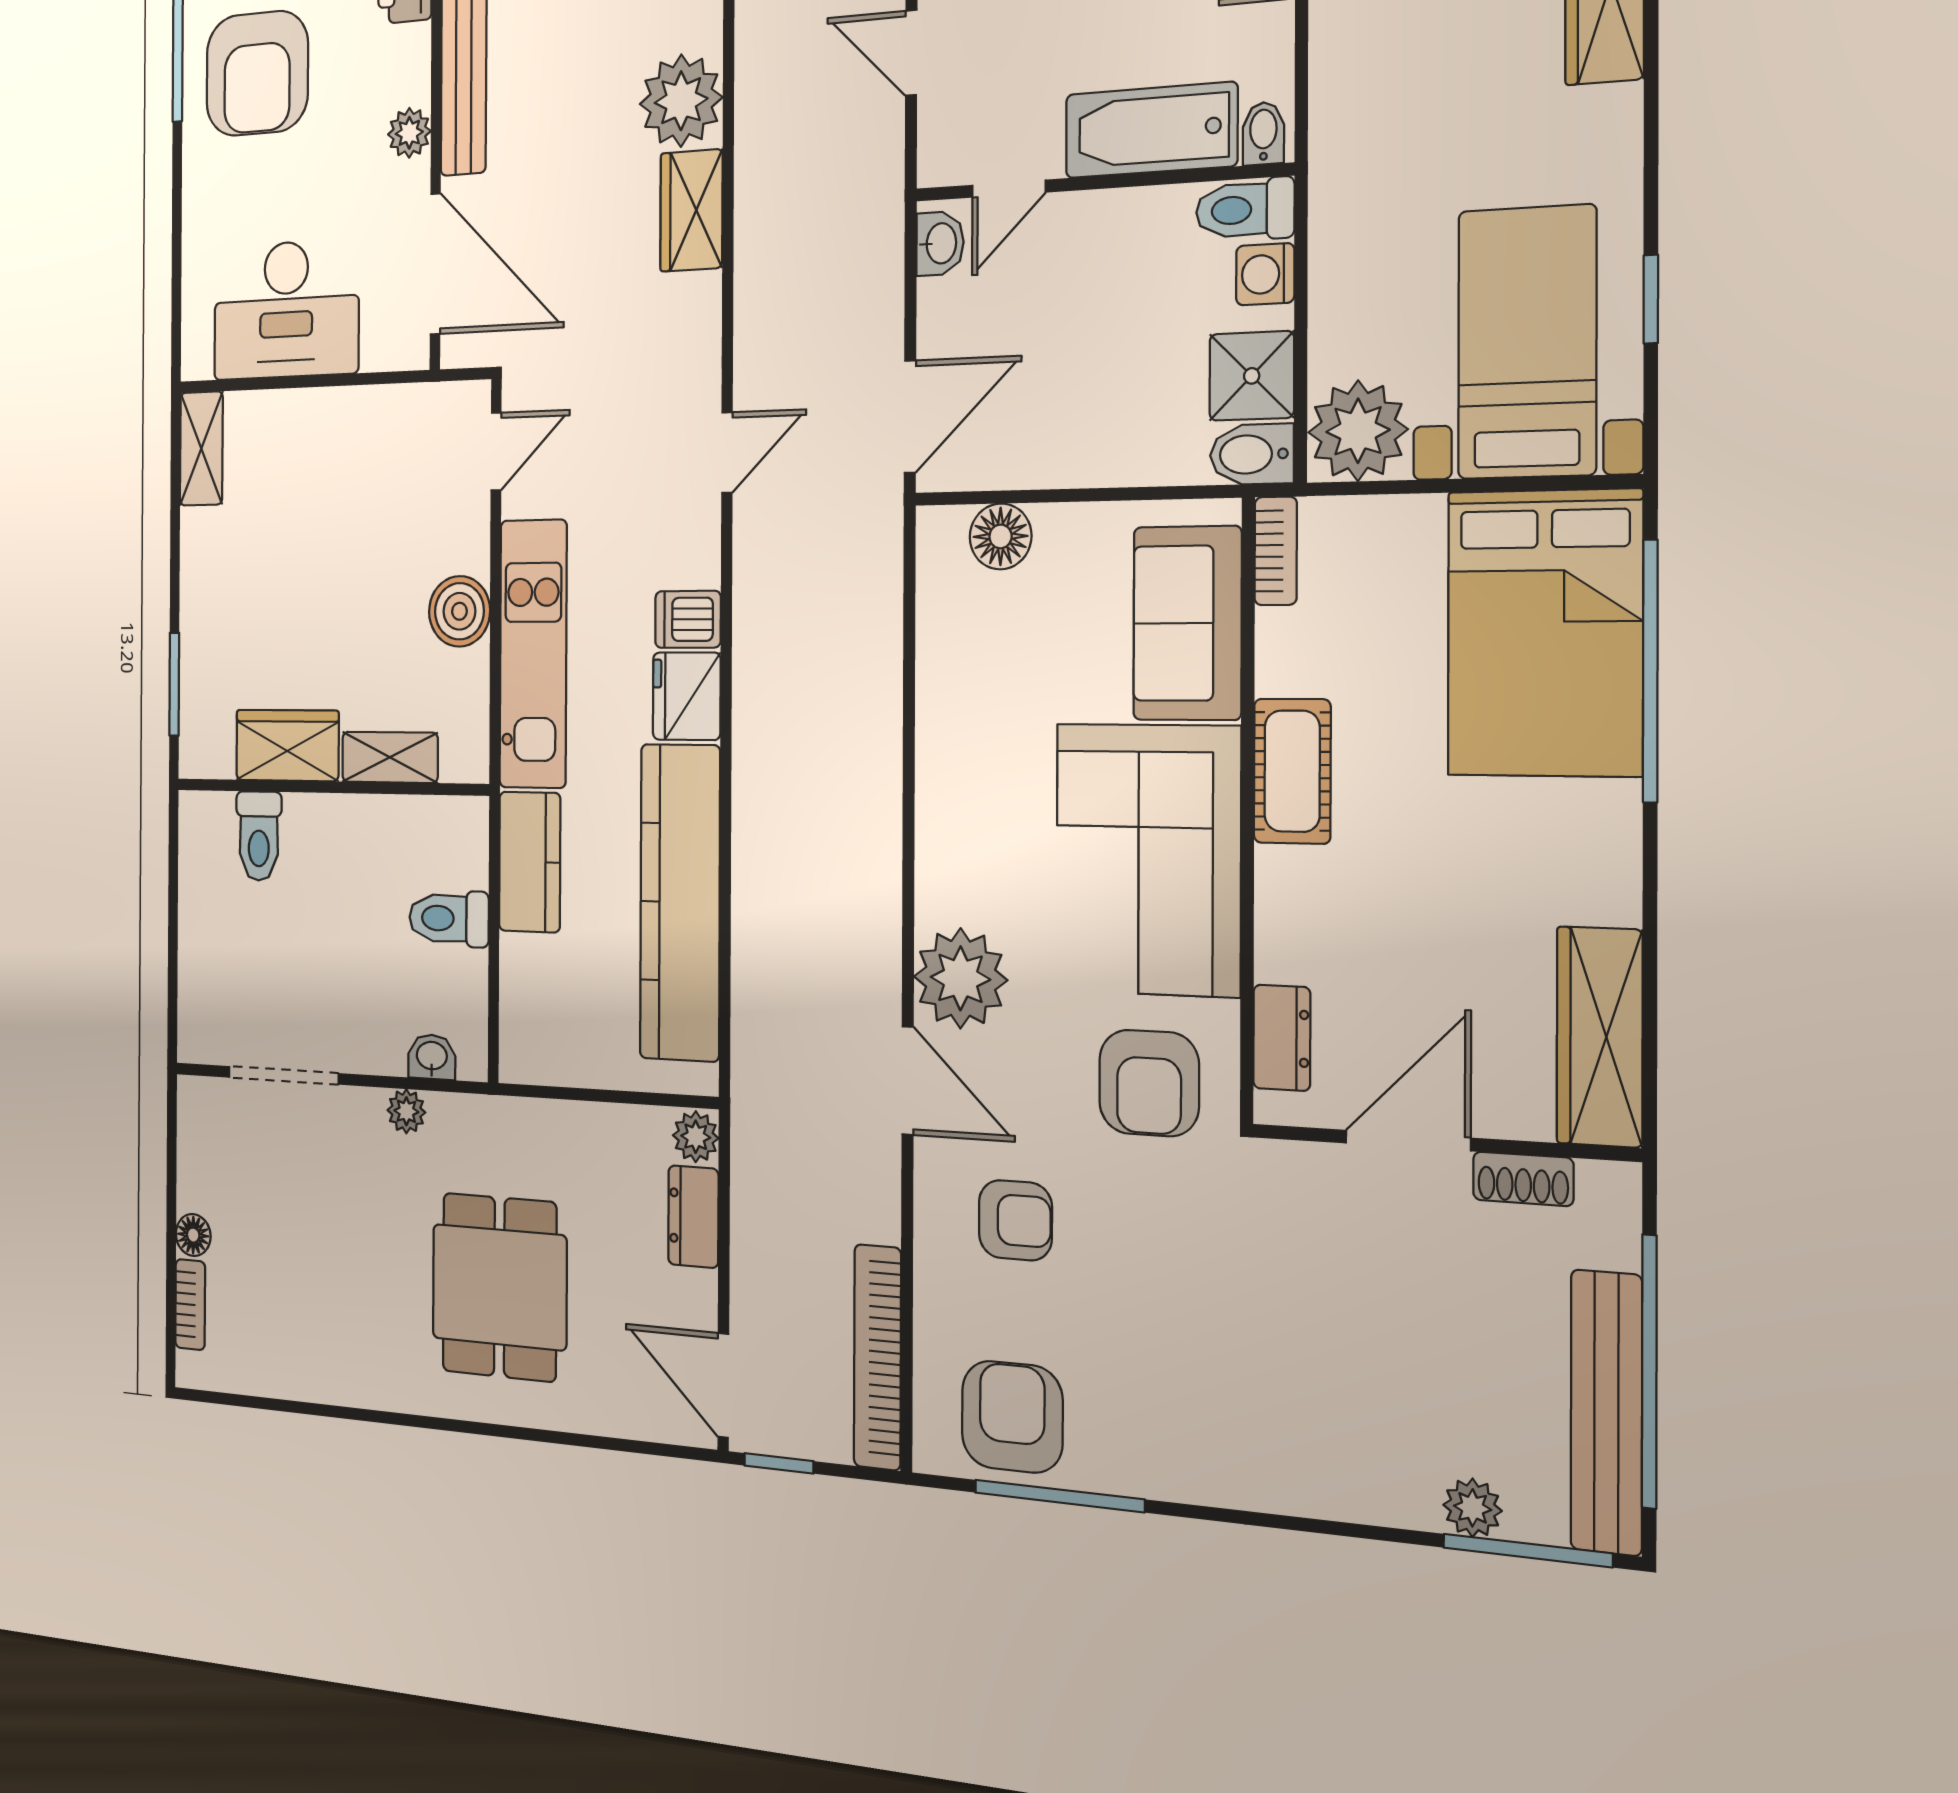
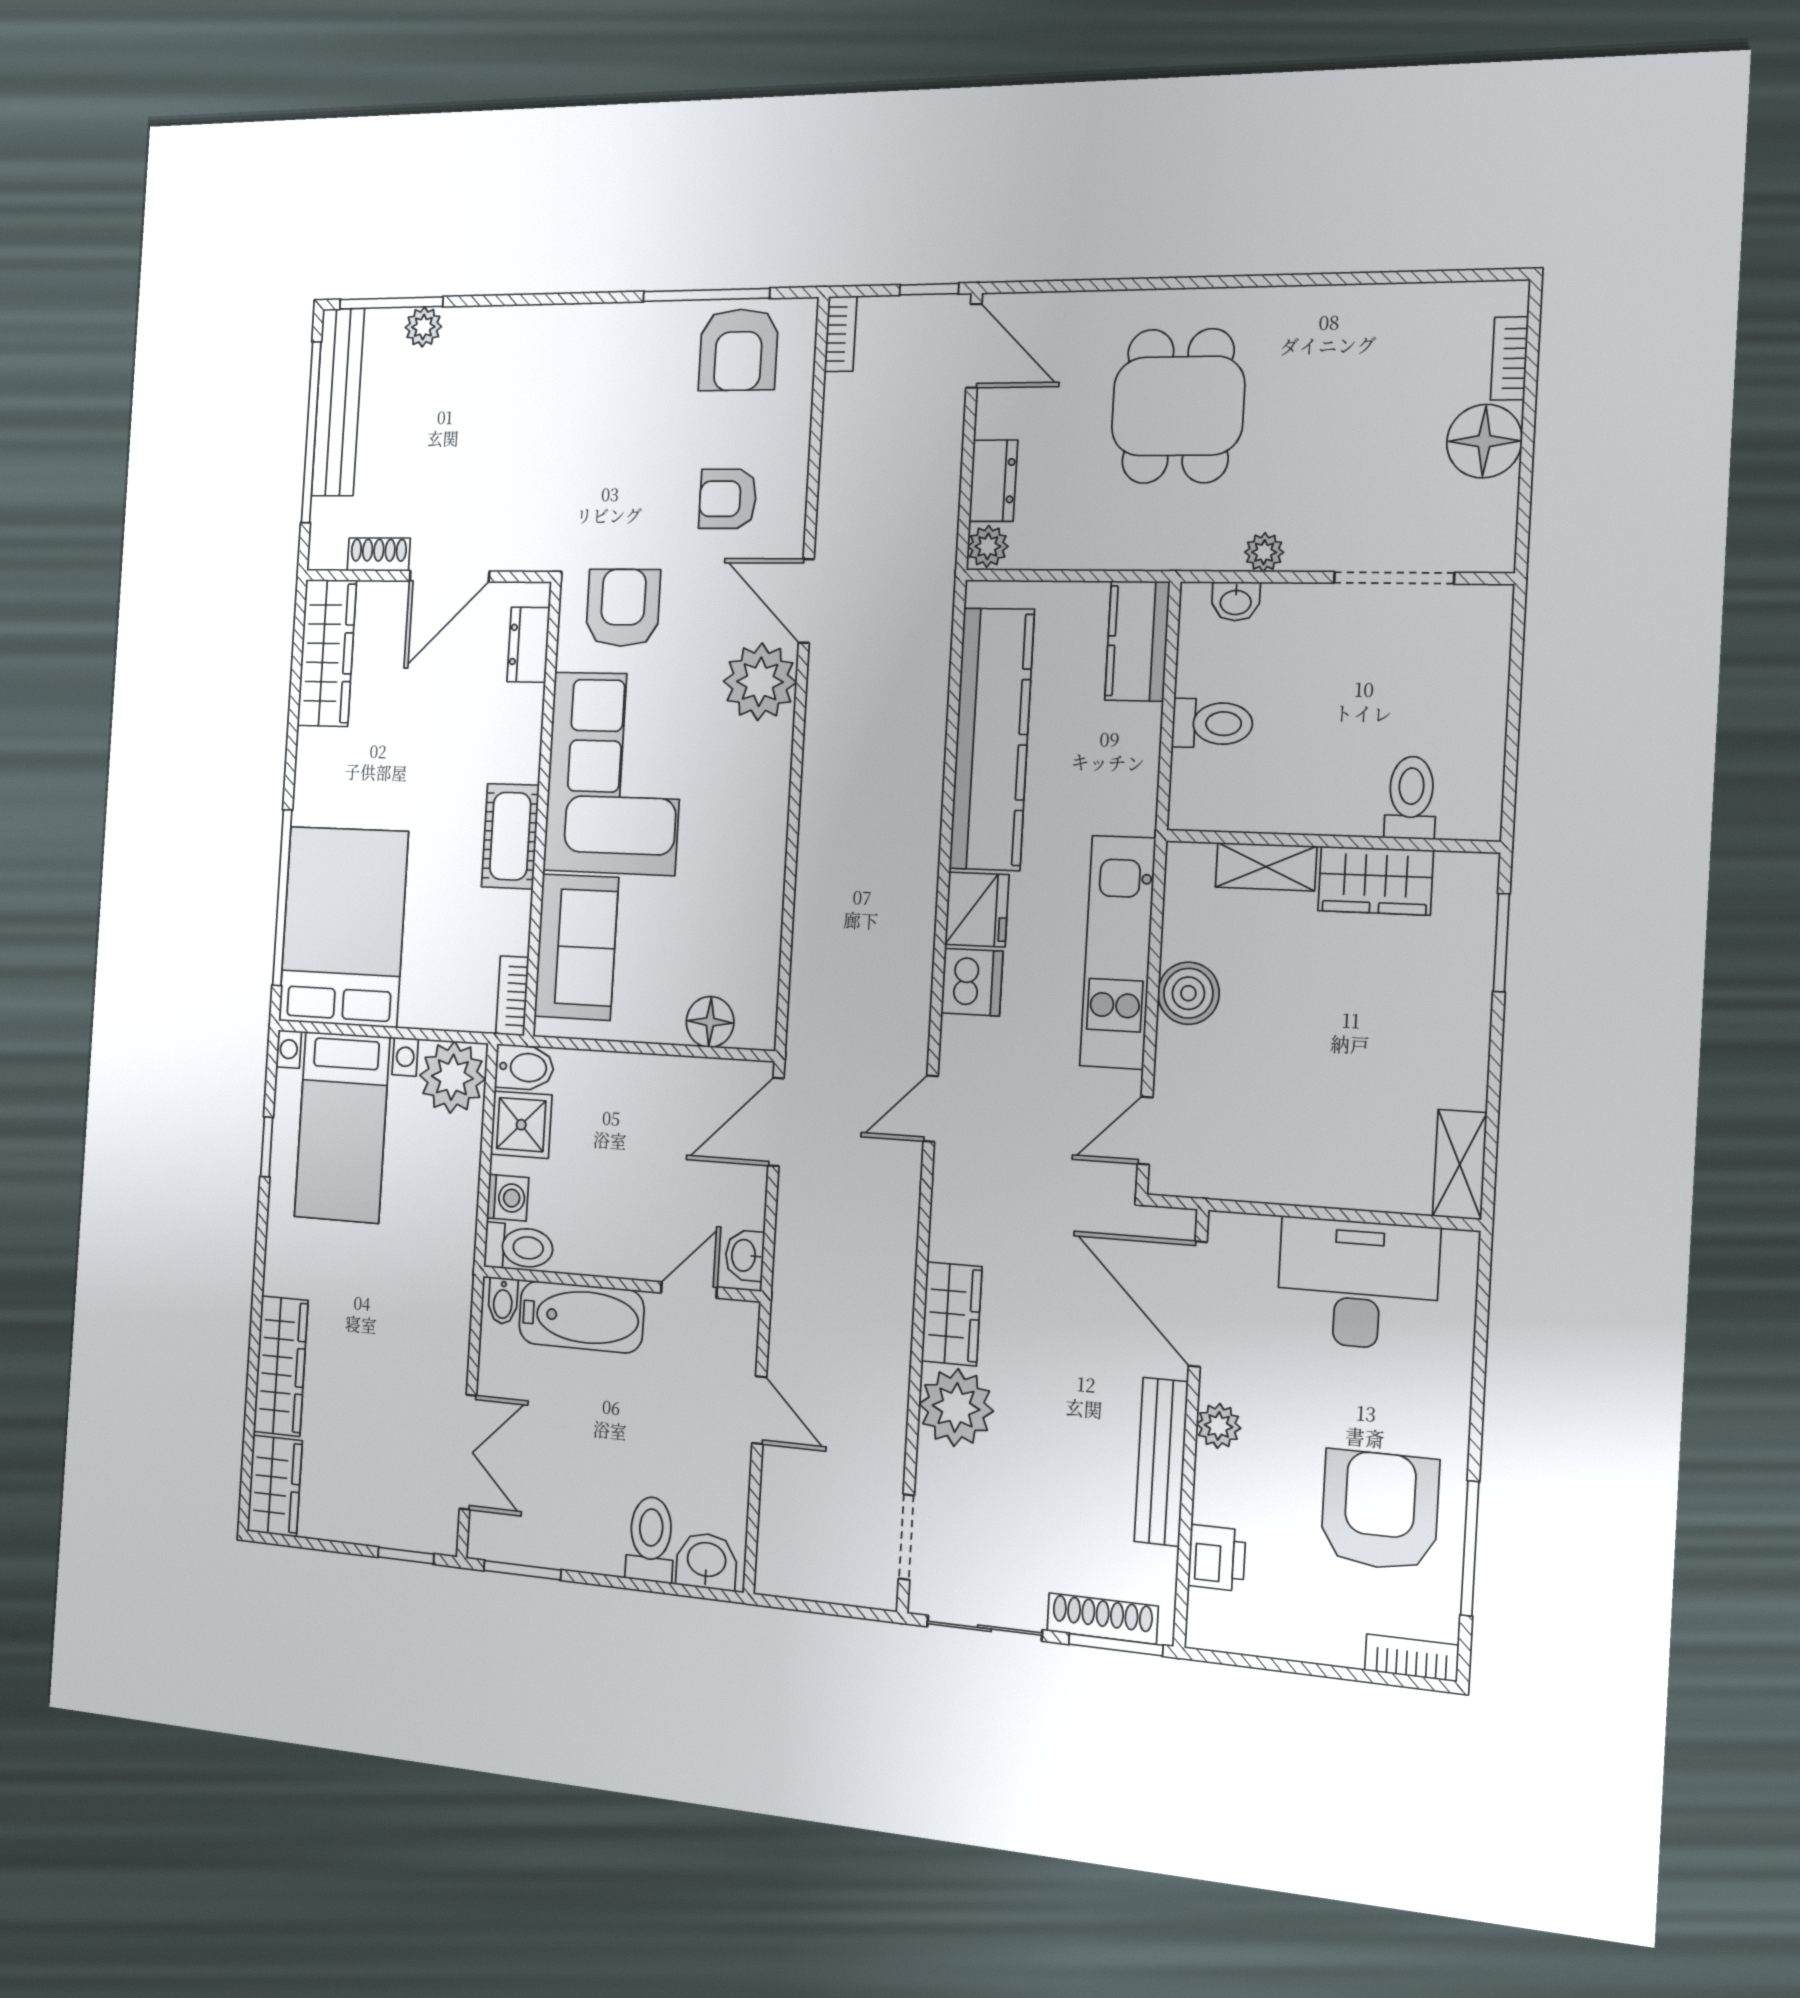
dishwasher: (688, 619) -> (972, 982), width x1.38
kitchen counter: (530, 862) -> (1137, 641), moved
floor lamp: (193, 1235) -> (1484, 441), width x1.89, depth x1.89
bookcase: (877, 1357) -> (841, 334), width x0.43, depth x0.76

